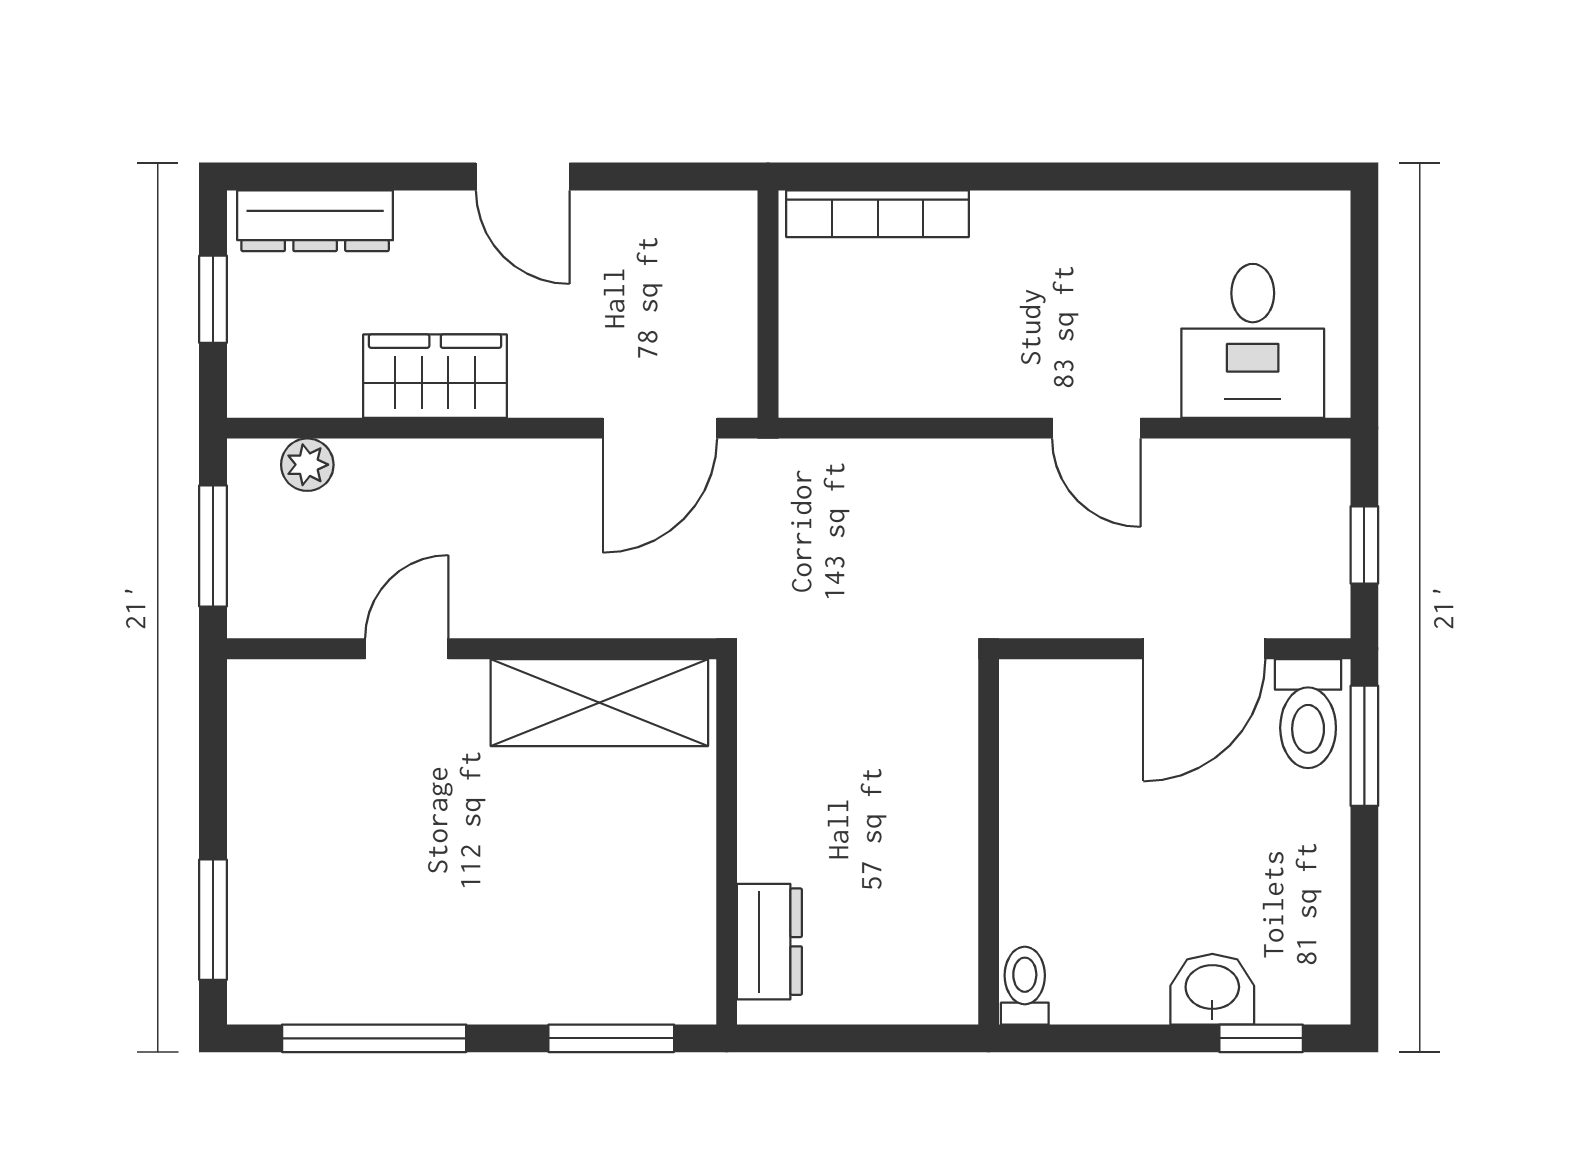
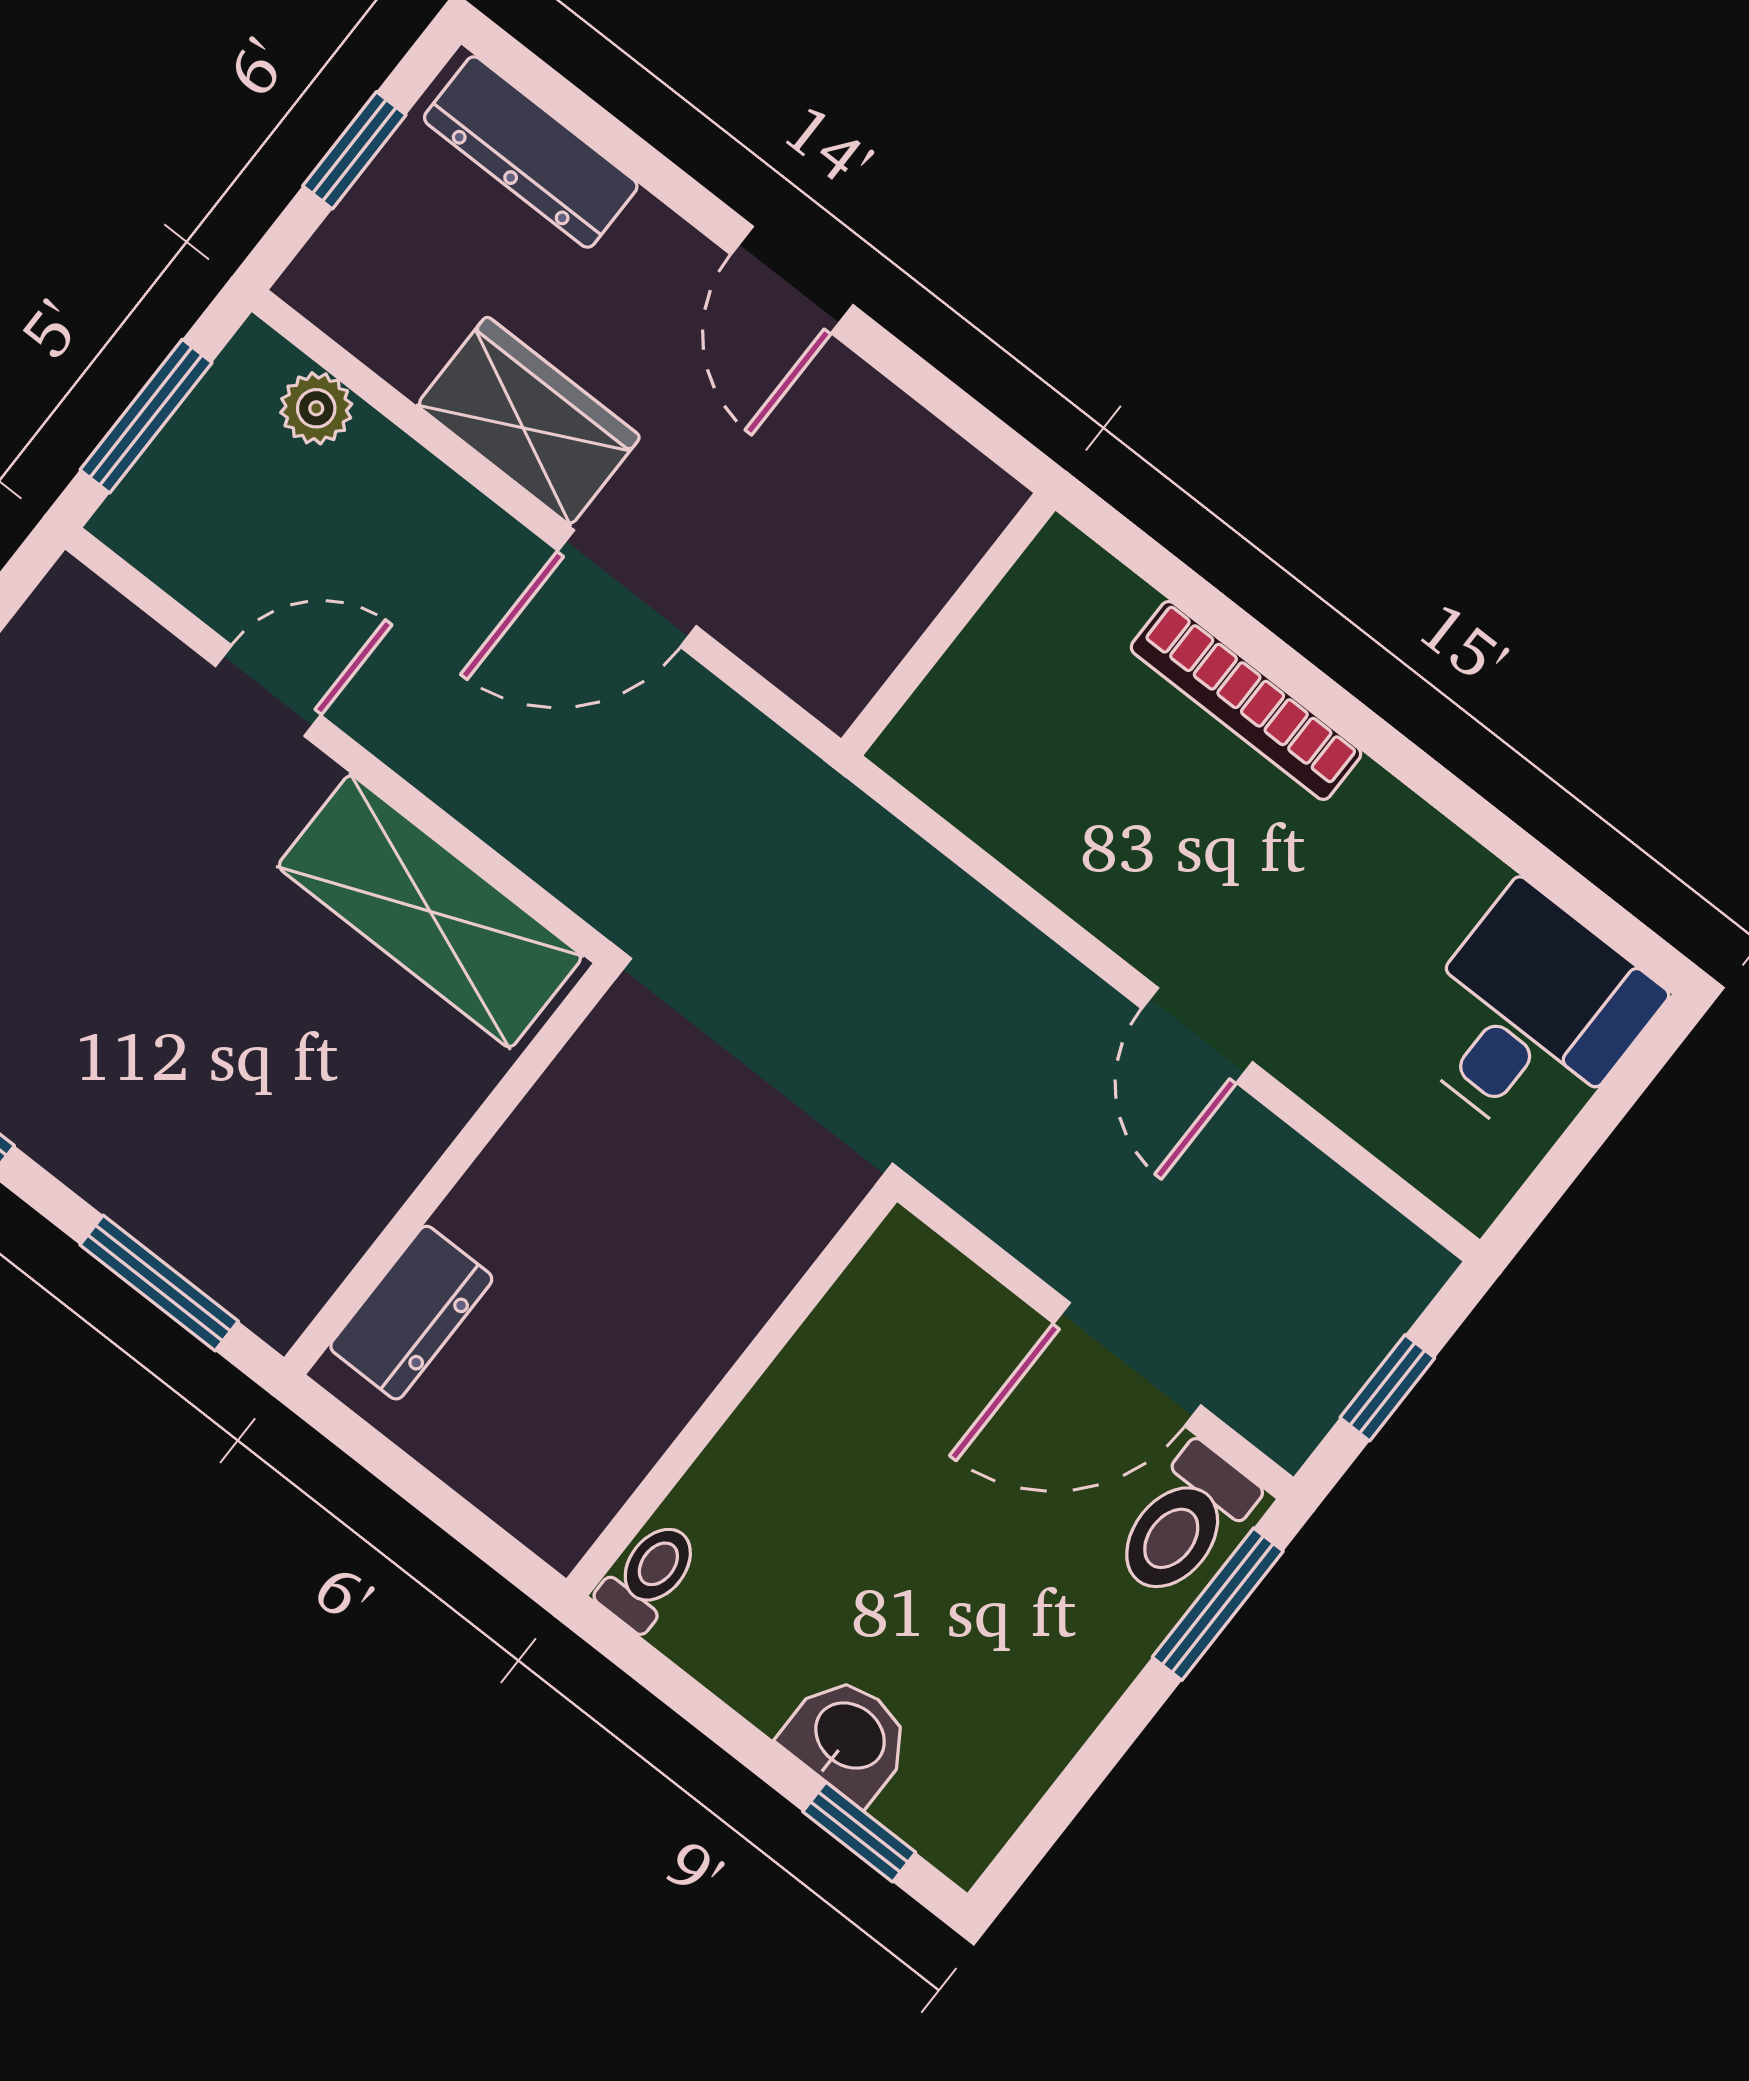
bookcase: (878, 214) -> (1246, 700), moved
desk: (1253, 341) -> (1530, 1017), moved, turned 180
door: (660, 428) -> (627, 588), moved

